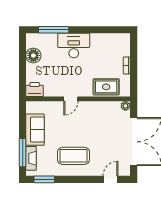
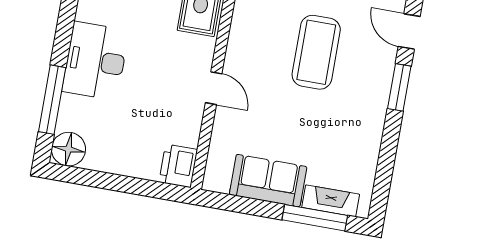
floor lamp: (33, 55) -> (68, 149), moved
coffee table: (74, 156) -> (316, 52), moved
window: (44, 179) -> (399, 87), moved

